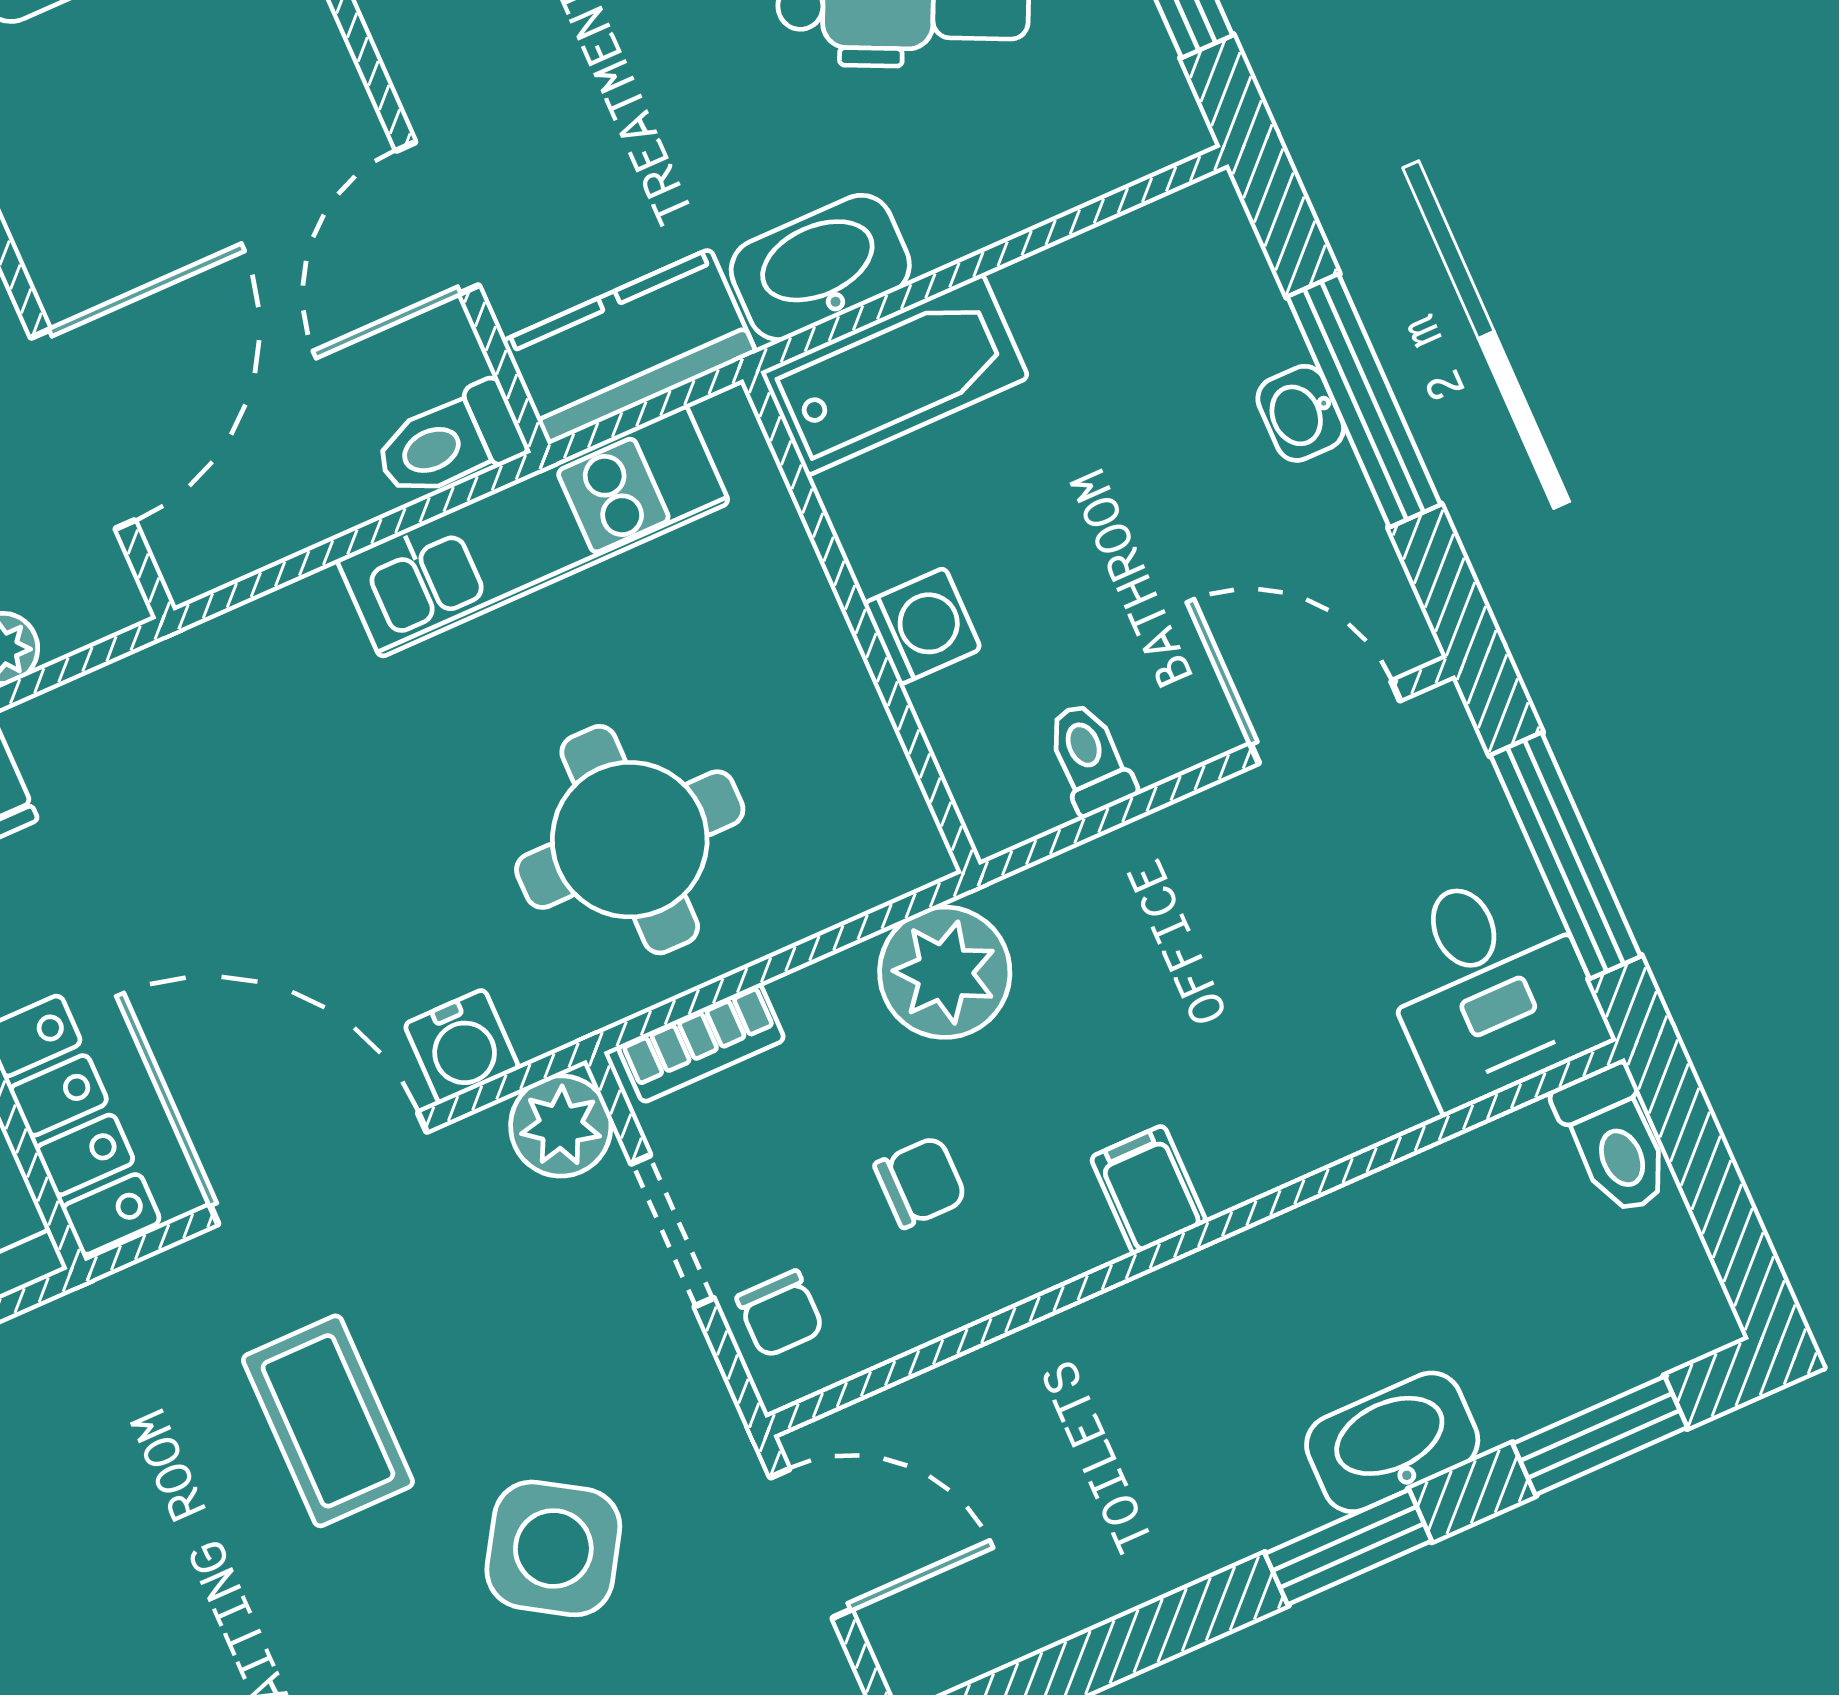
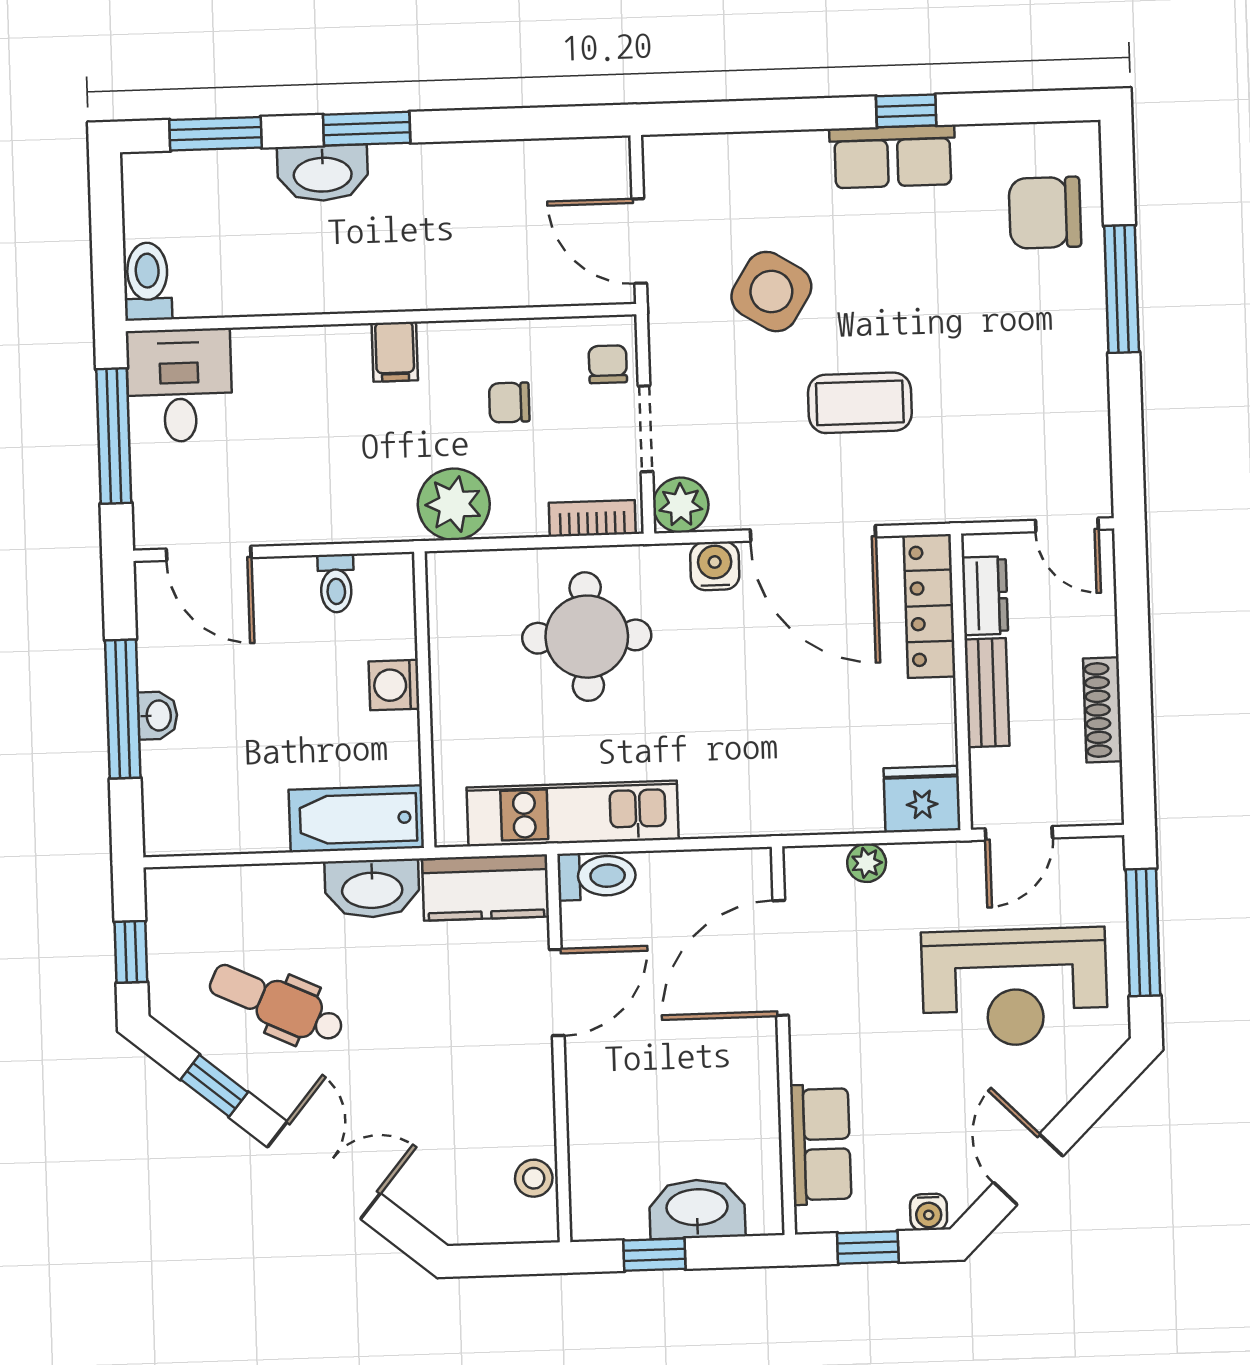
coffee table: (328, 1421) -> (860, 403), turned 90

